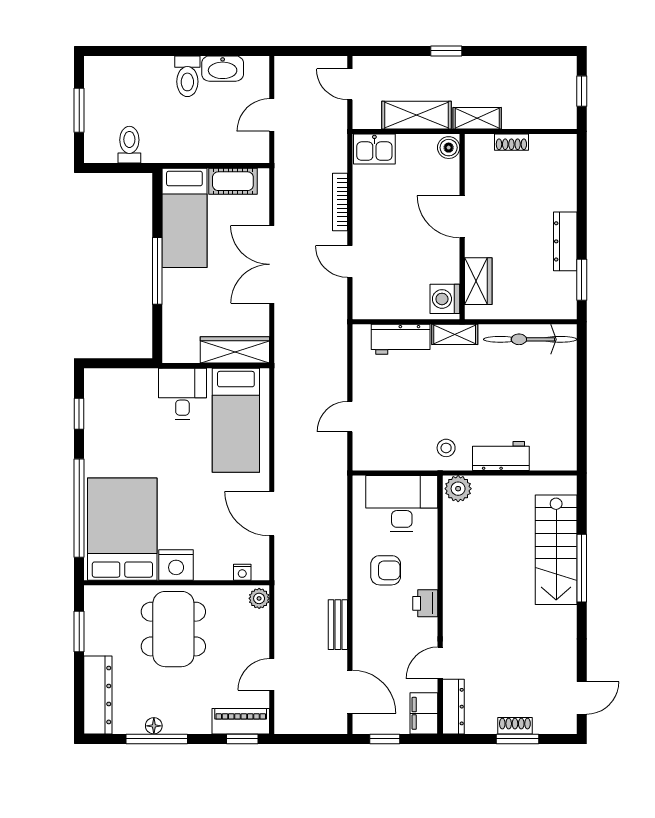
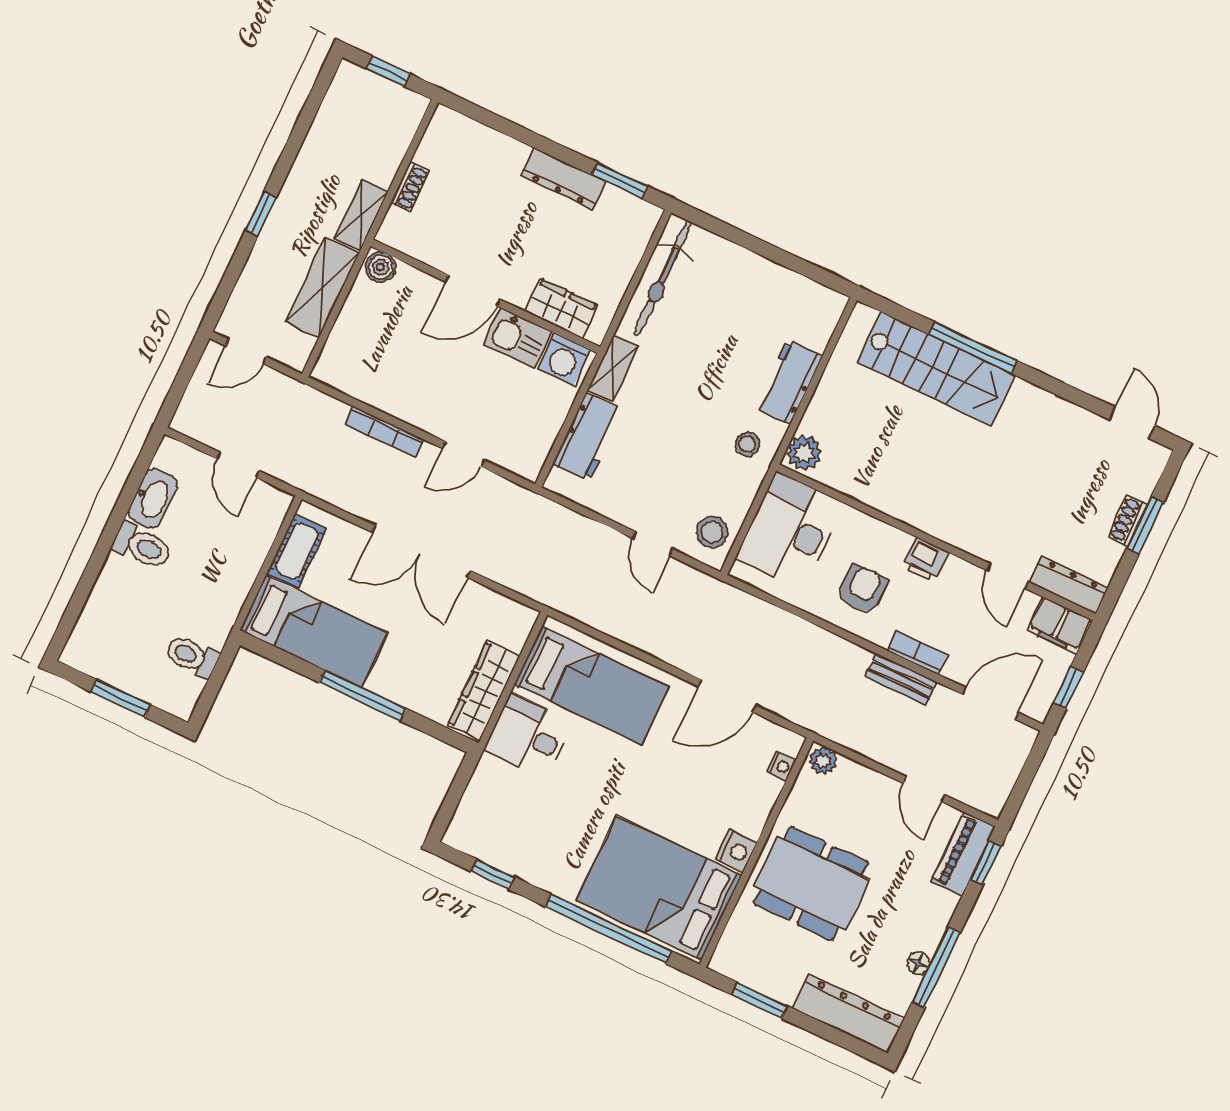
kitchen sink: (374, 149) -> (518, 338), moved, turned 90
wardrobe: (235, 350) -> (484, 691), moved
stool: (376, 452) -> (712, 532), added
nightstand: (176, 565) -> (736, 851), width x0.74, depth x0.75
bookcase: (361, 627) -> (917, 653), added

